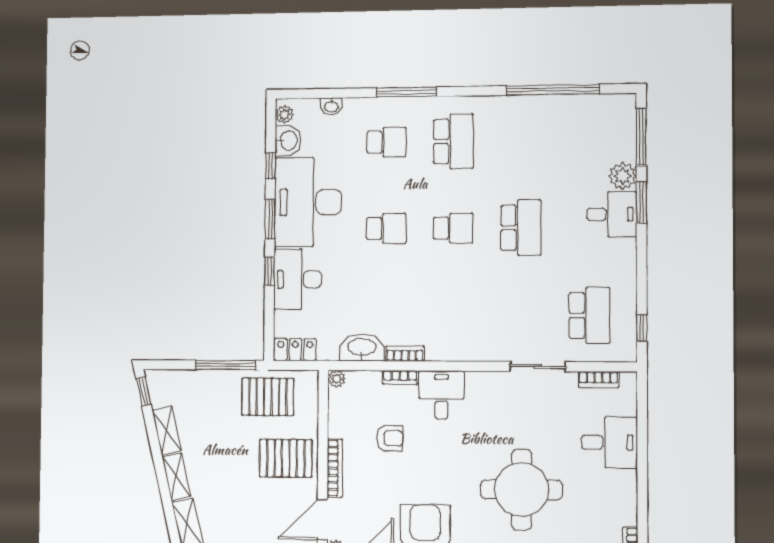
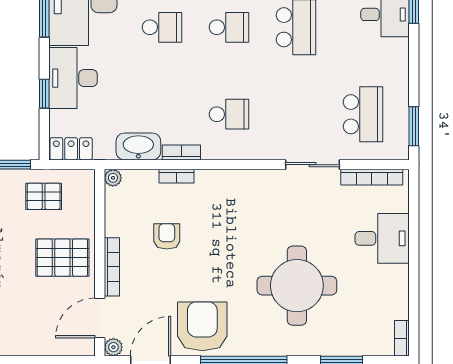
window: (270, 271) -> (44, 94), moved
school desk: (453, 315) -> (229, 114), added
window: (642, 328) -> (414, 126), width x1.50
bookcase: (598, 380) -> (372, 177), width x1.56
desk: (441, 395) -> (218, 193), removed
pallet: (268, 397) -> (44, 196), width x0.67, depth x0.71
armchair: (390, 438) -> (167, 236), turned -90

